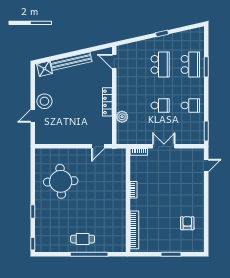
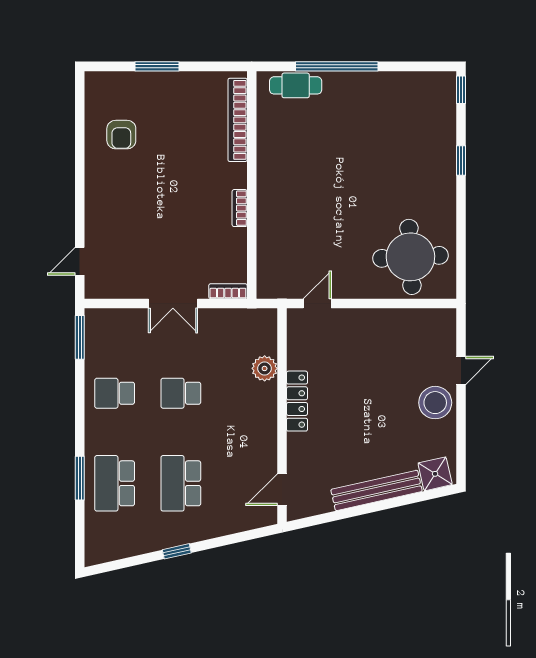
door: (114, 62) -> (282, 490), swing flipped
round table: (61, 181) -> (410, 257), moved
cafe table: (83, 239) -> (296, 85), moved

